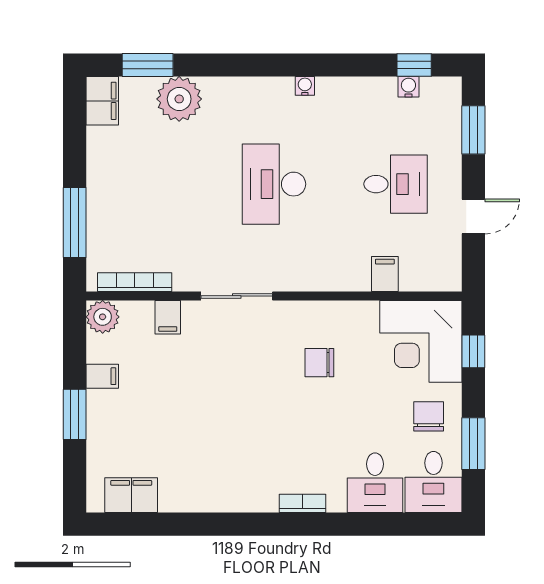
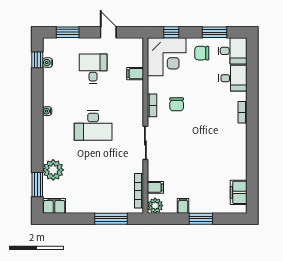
bookcase: (317, 310) -> (152, 105), added
filing cabinet: (168, 317) -> (155, 187), moved

